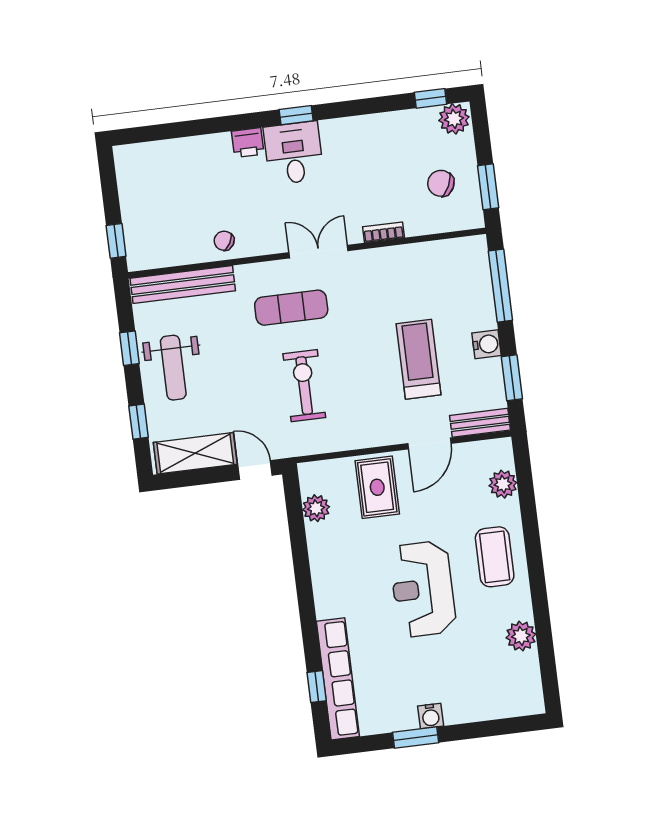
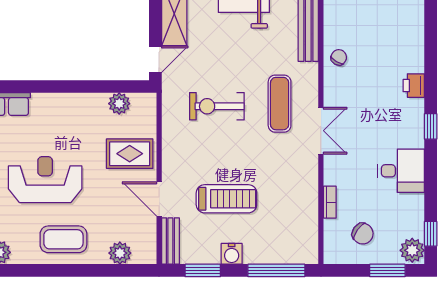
desk: (294, 153) -> (401, 171), moved
chair: (441, 183) -> (363, 234), turned 99
window: (488, 187) -> (387, 270), moved
bookcase: (383, 232) -> (330, 202), moved
exercise bike: (304, 386) -> (217, 106), turned 180

